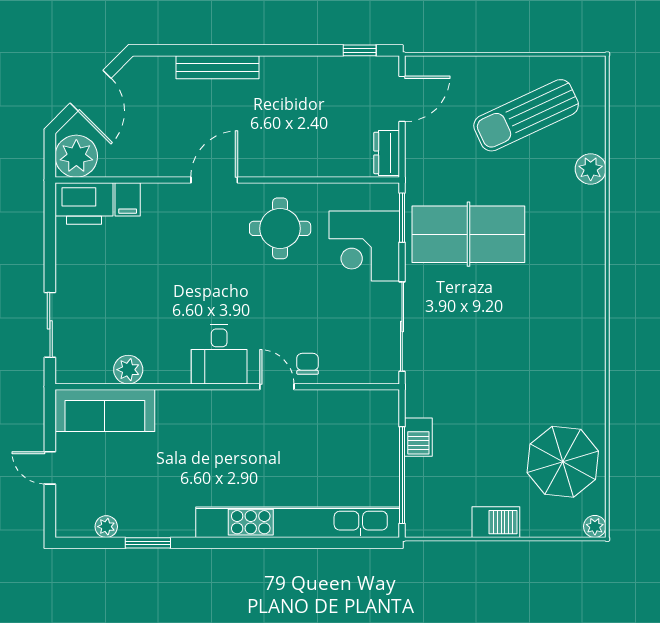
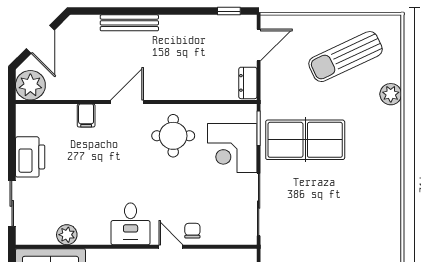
filing cabinet: (128, 199) -> (86, 115), moved
printer: (84, 204) -> (30, 157), moved, turned -90

